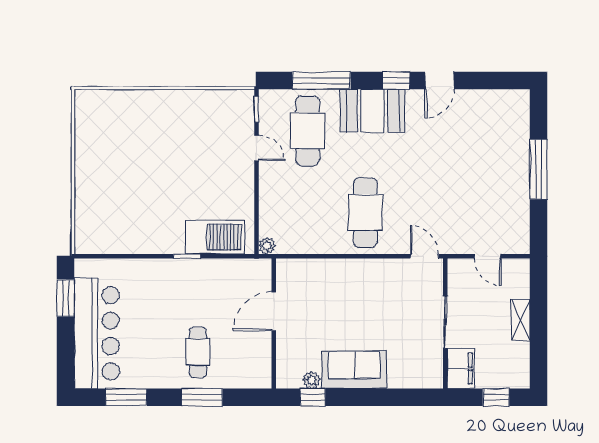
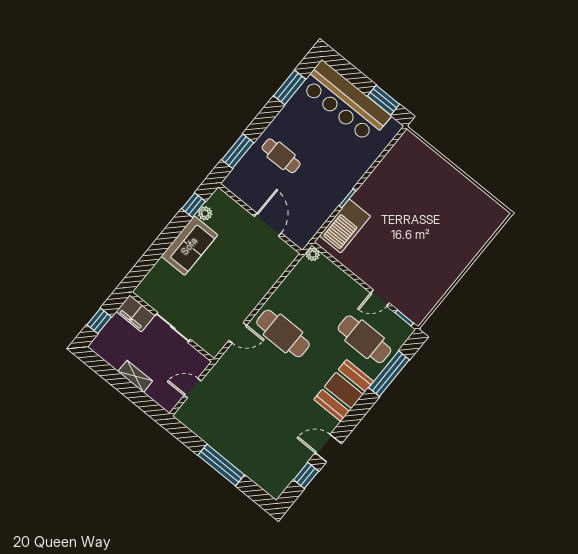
window: (396, 80) -> (306, 476), moved
door: (439, 80) -> (328, 448), hinge flipped
door: (424, 256) -> (238, 333), moved
window: (202, 397) -> (238, 151), moved

